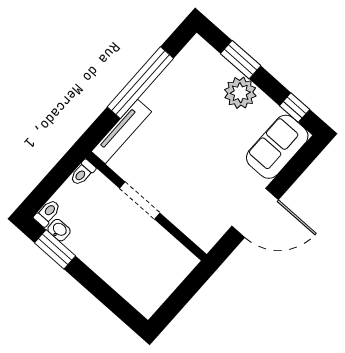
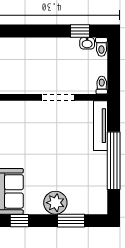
window: (55, 249) -> (80, 31), width x0.67

